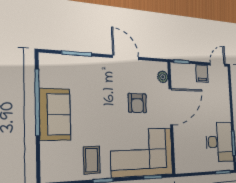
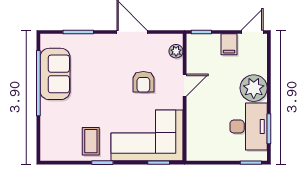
door: (171, 107) -> (185, 85), width x0.53
plant: (221, 110) -> (254, 88), added
sofa: (55, 114) -> (55, 74), moved

